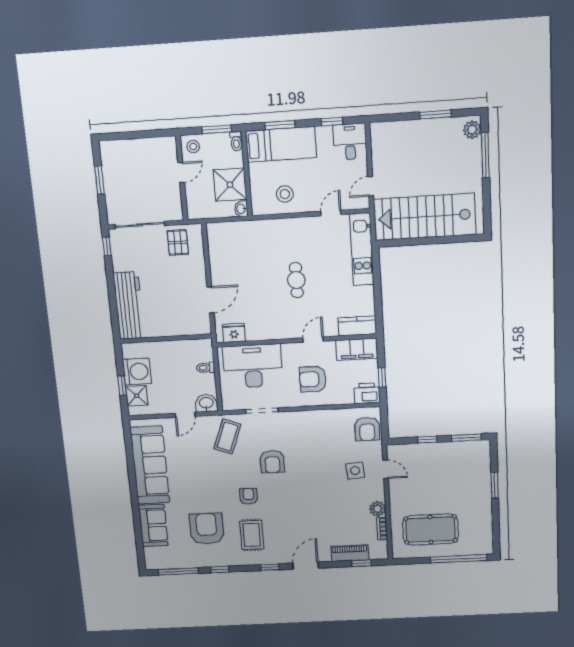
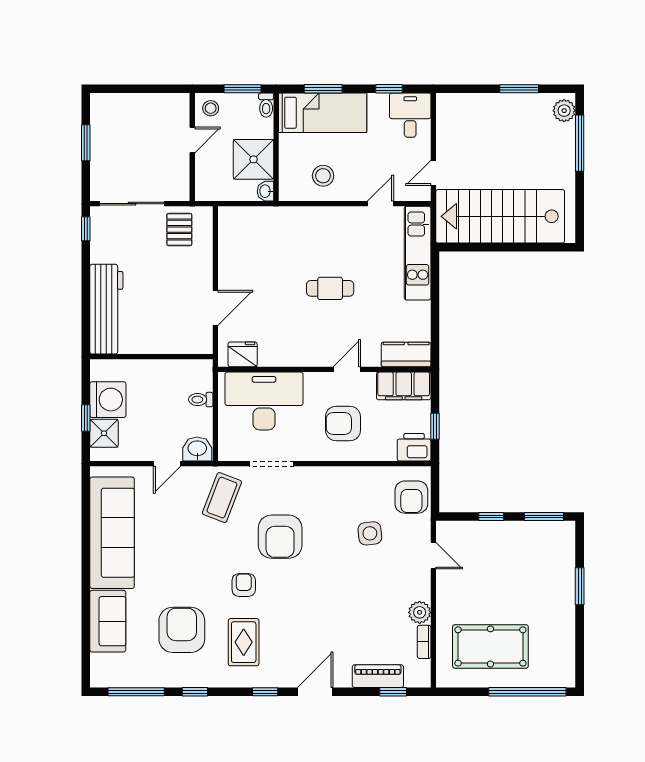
cafe table: (296, 280) -> (330, 288), turned 90
armchair: (272, 462) -> (280, 537), width x1.36, depth x1.36
side table: (355, 471) -> (370, 533), moved

